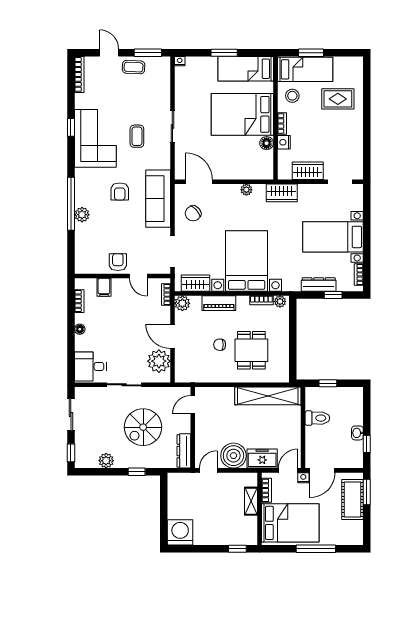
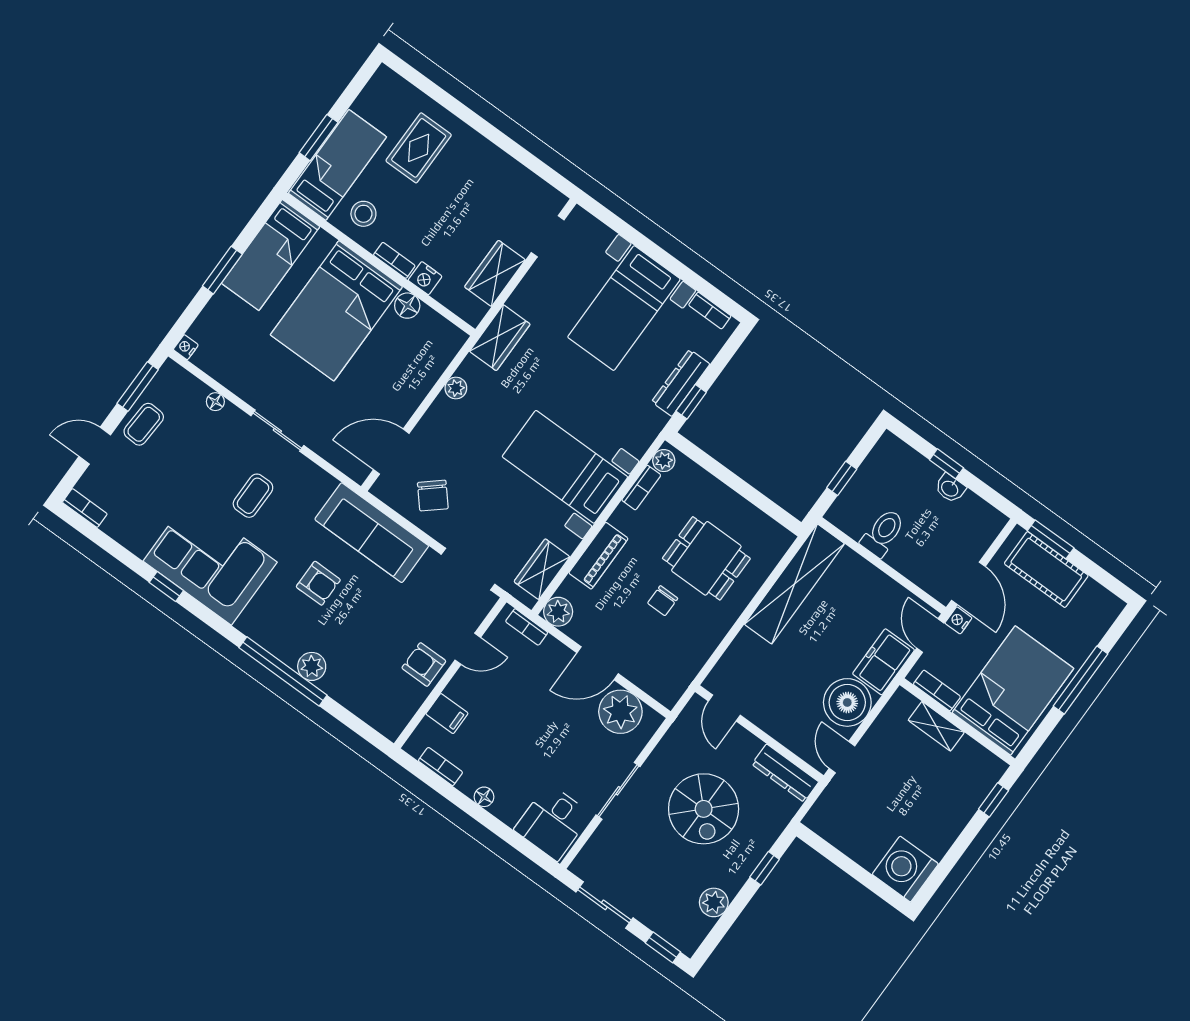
bookcase: (79, 74) -> (85, 508), width x0.64
floor lamp: (166, 91) -> (215, 402), added
coffee table: (137, 136) -> (253, 496), turned 90
bed with nightstands: (247, 261) -> (565, 467), width x0.73
window: (333, 295) -> (691, 402), moved
window: (367, 444) -> (947, 464), moved

